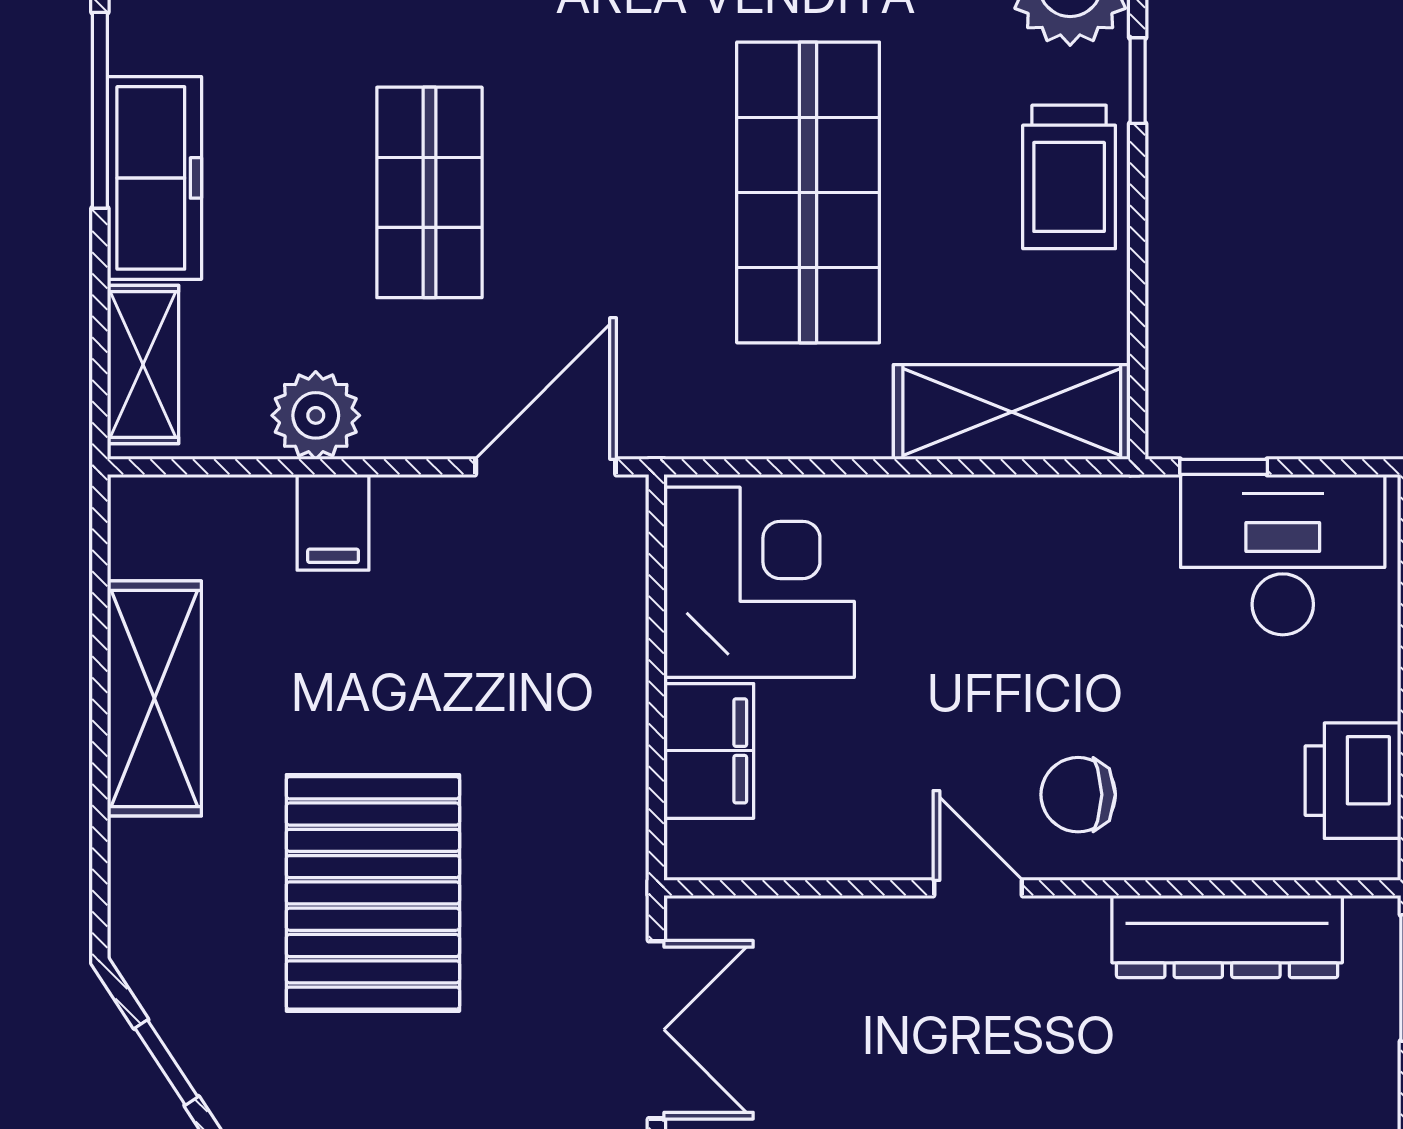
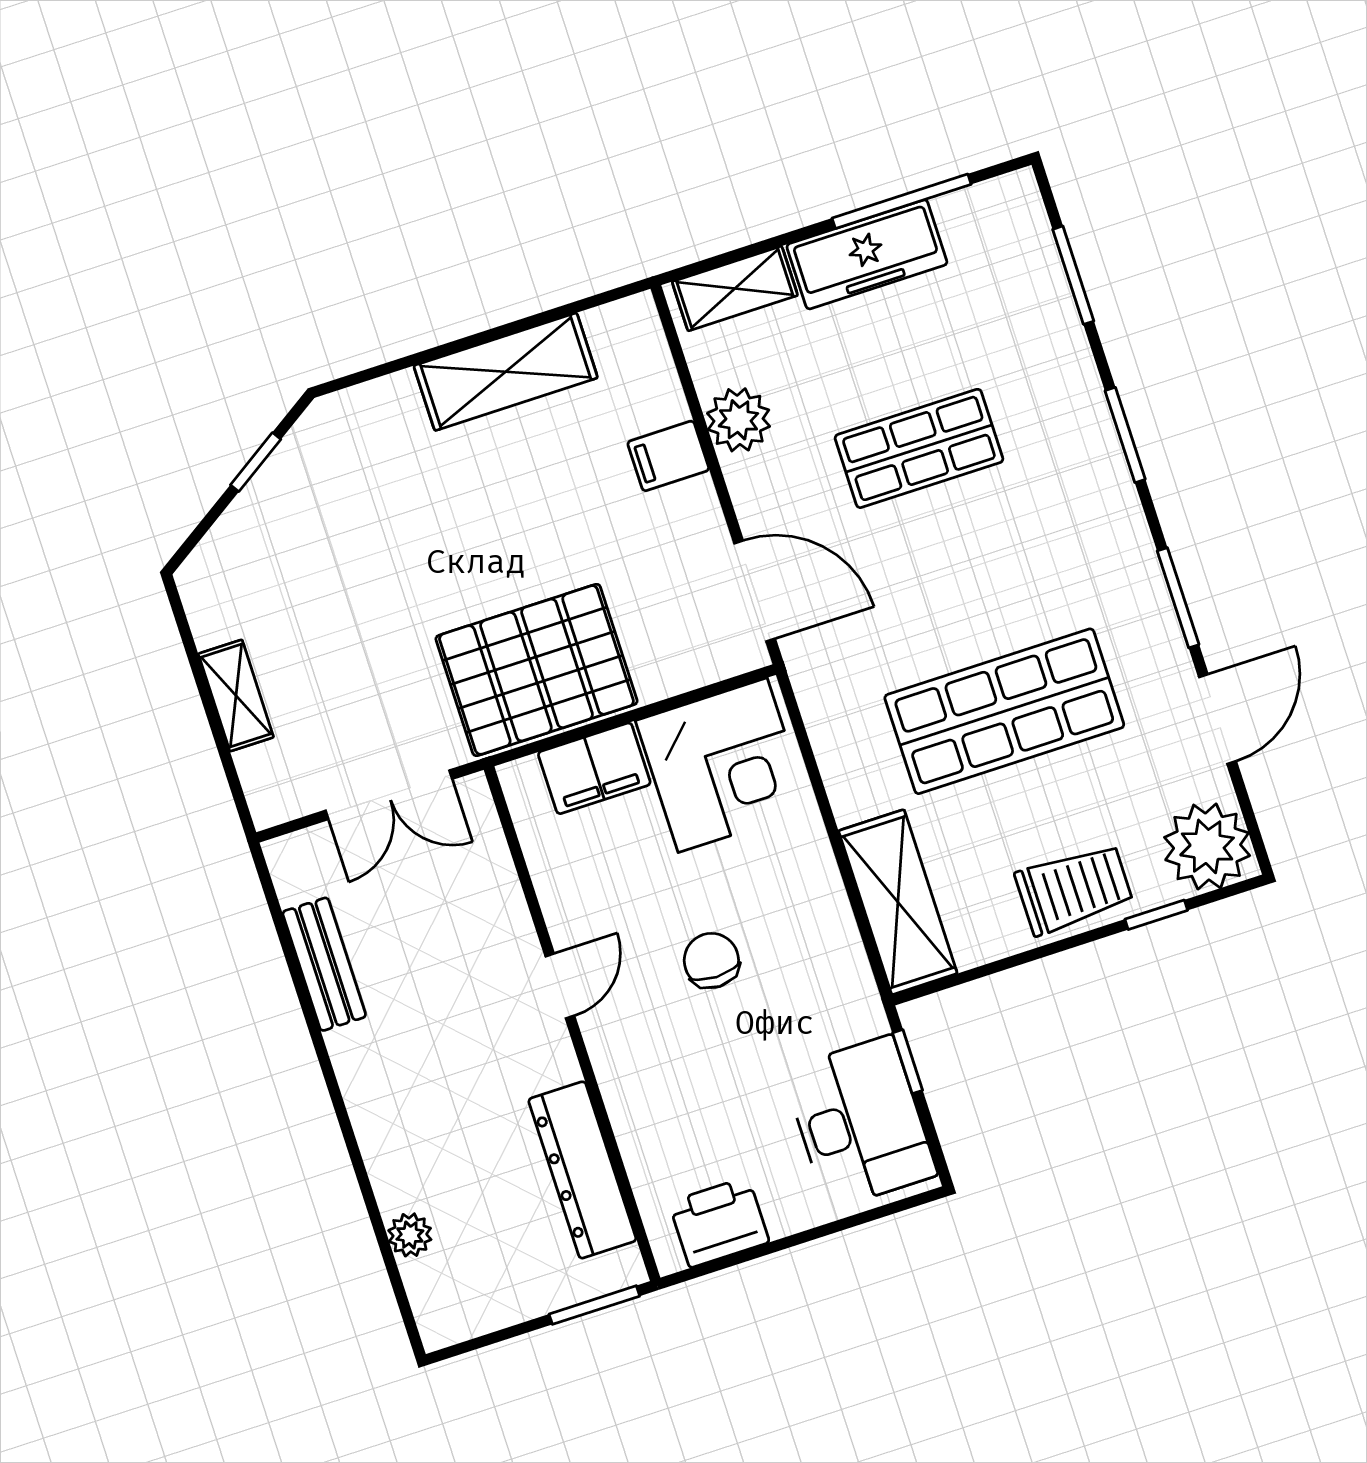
trolley: (1069, 177) -> (1074, 889), turned 180
chair: (1078, 795) -> (711, 960), moved
pallet: (373, 893) -> (536, 670), moved

